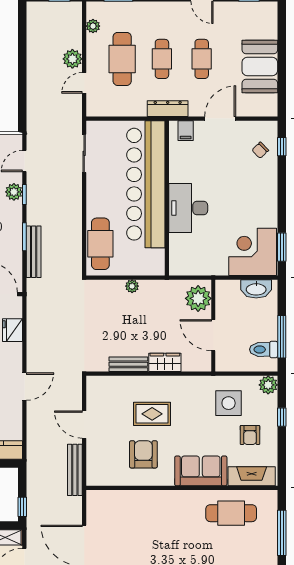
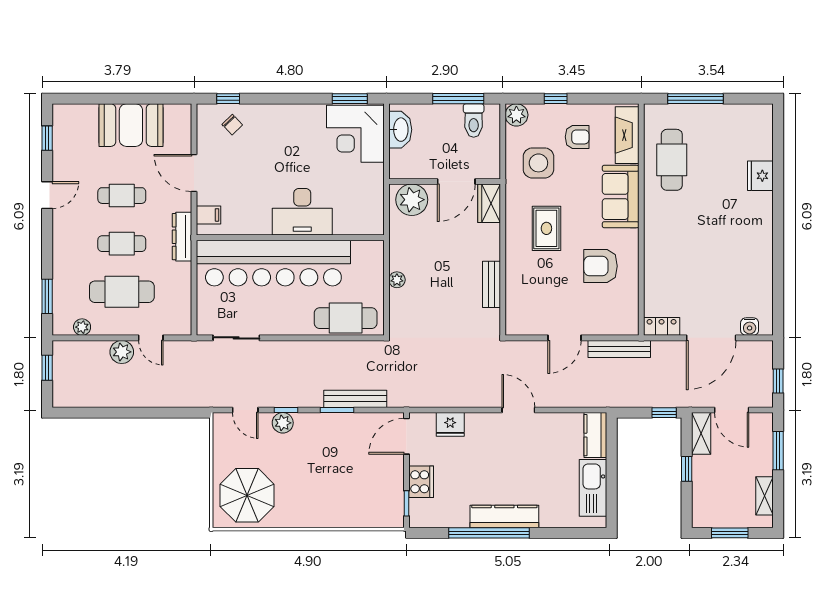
wardrobe: (165, 362) -> (489, 203), moved
rug: (152, 414) -> (546, 228), moved
locker: (94, 505) -> (662, 326), added

